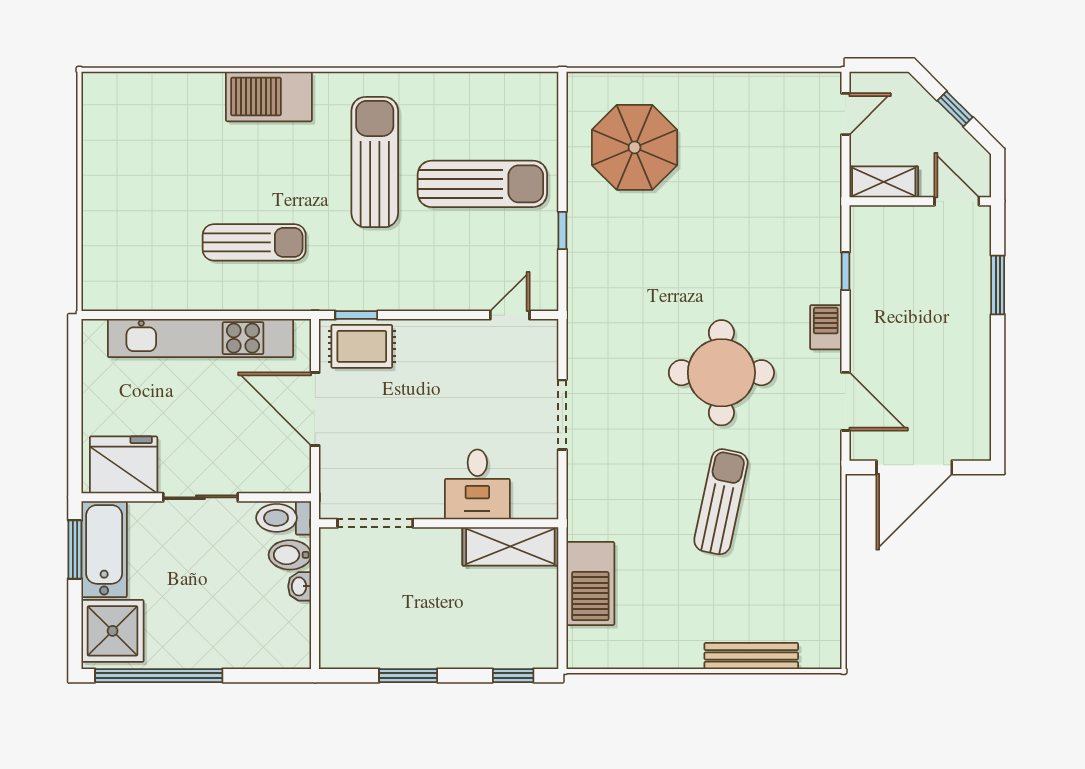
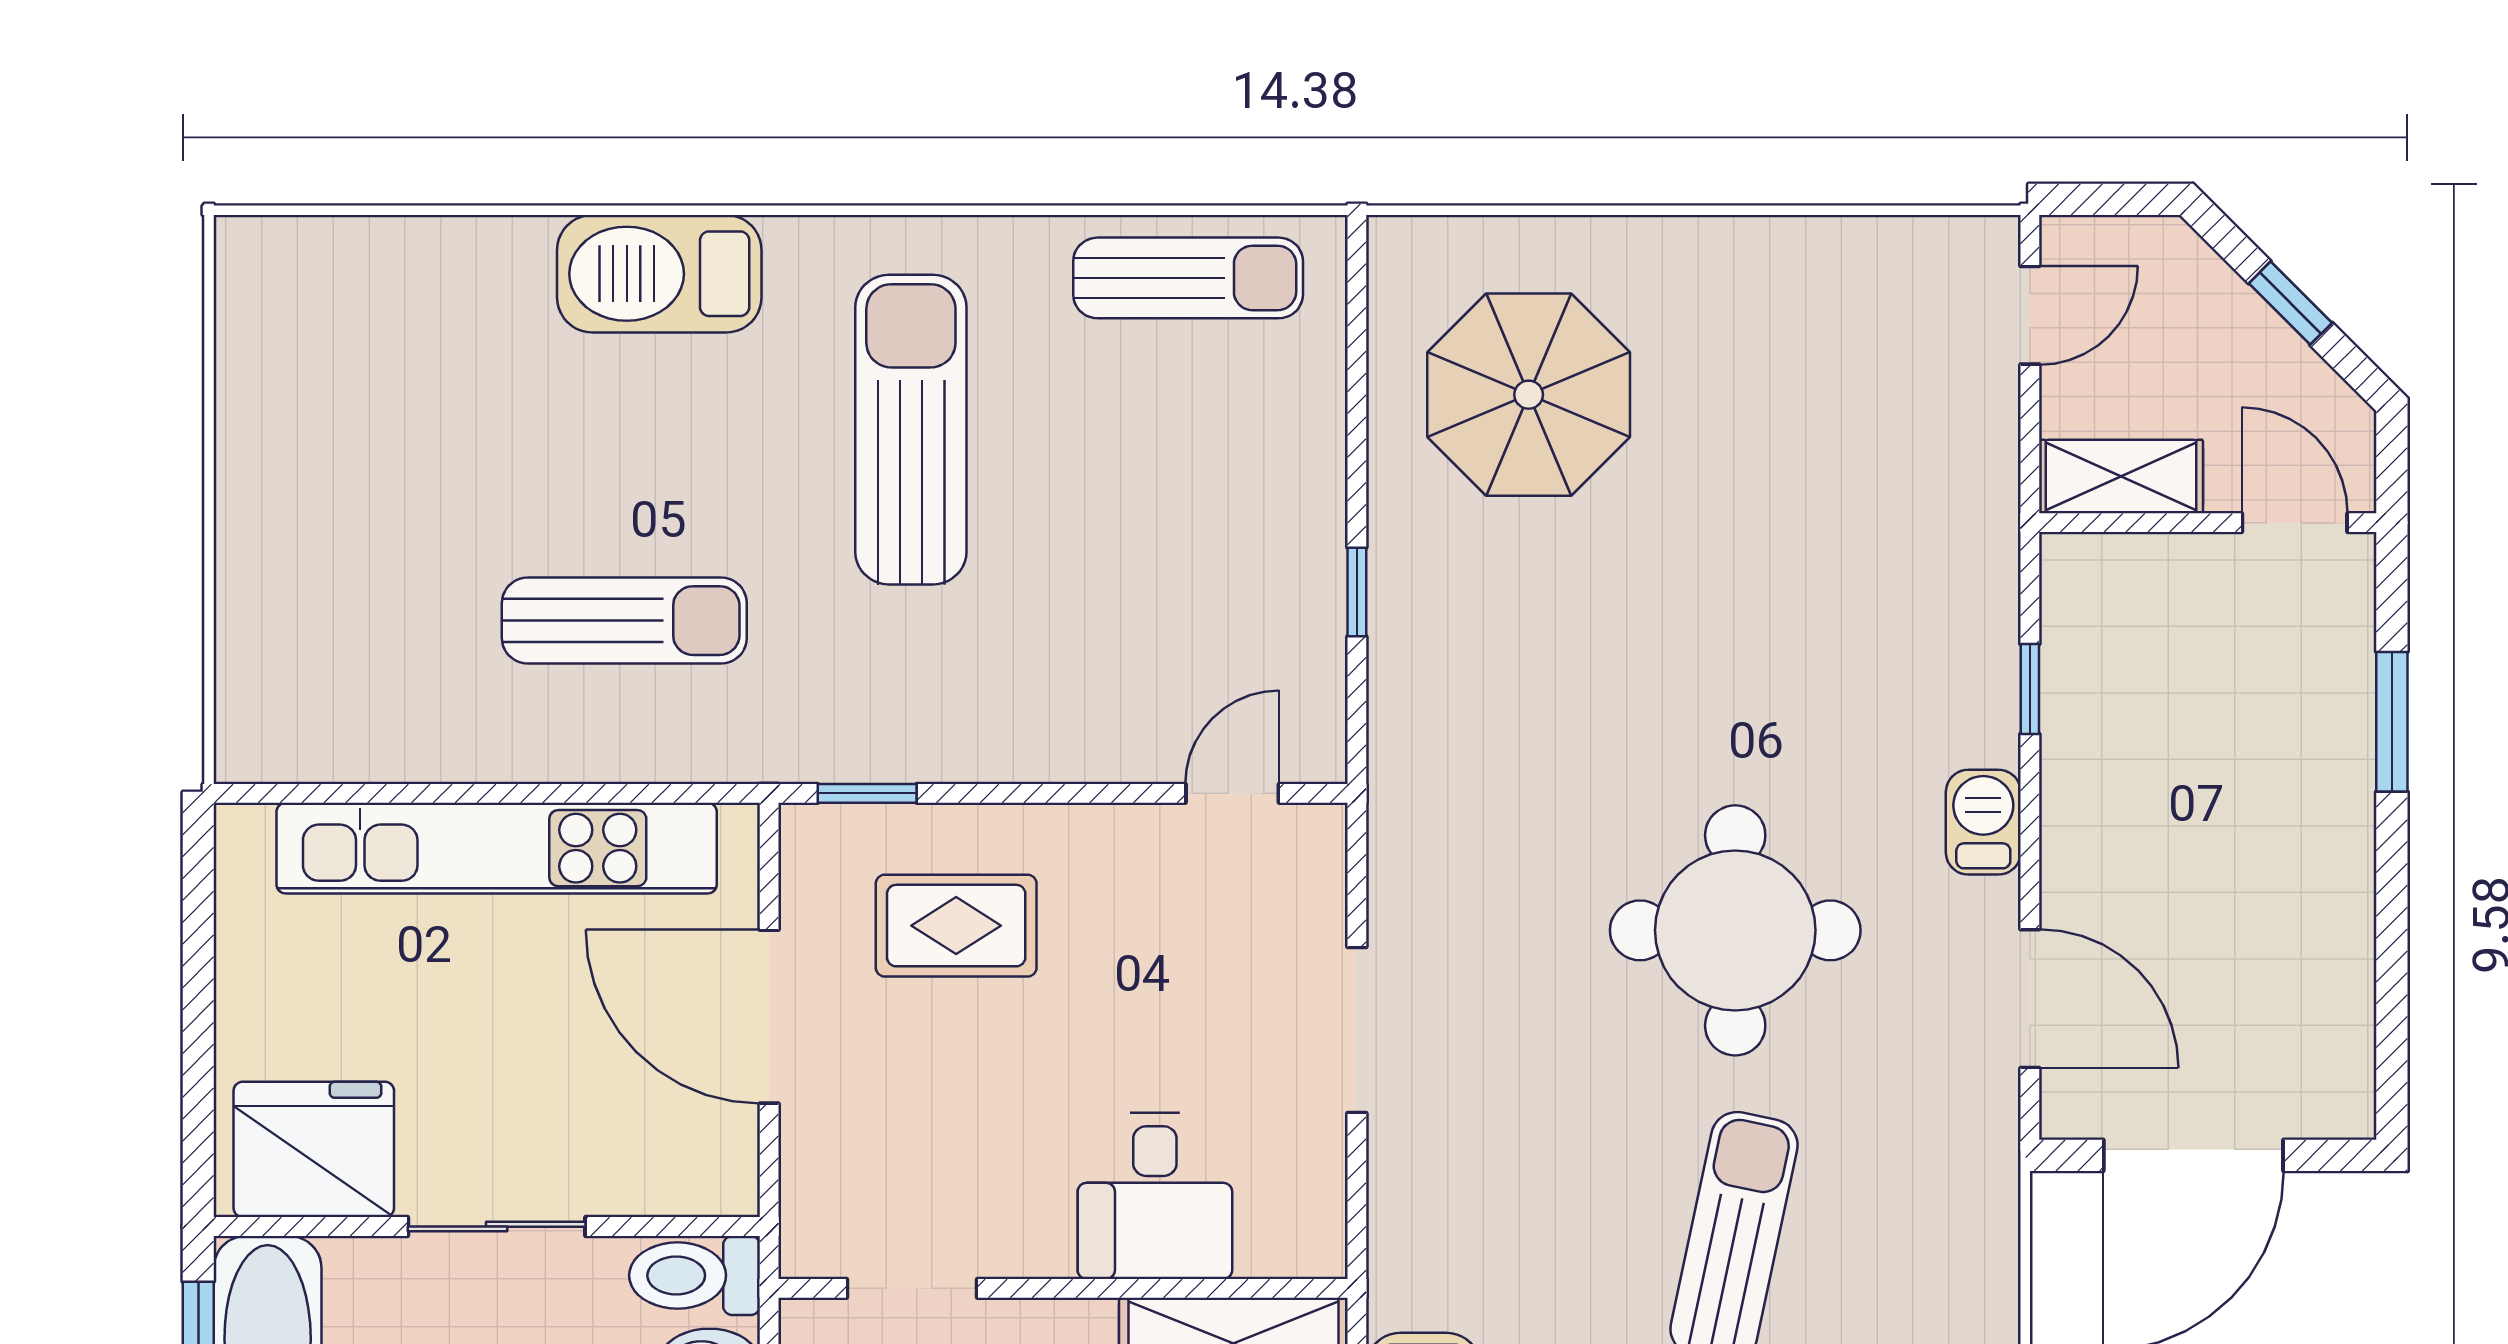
sun lounger: (482, 184) -> (1188, 278), moved, width x0.73, depth x0.75
rug: (362, 346) -> (956, 926), moved
doorway: (375, 523) -> (912, 1288), width x0.73

